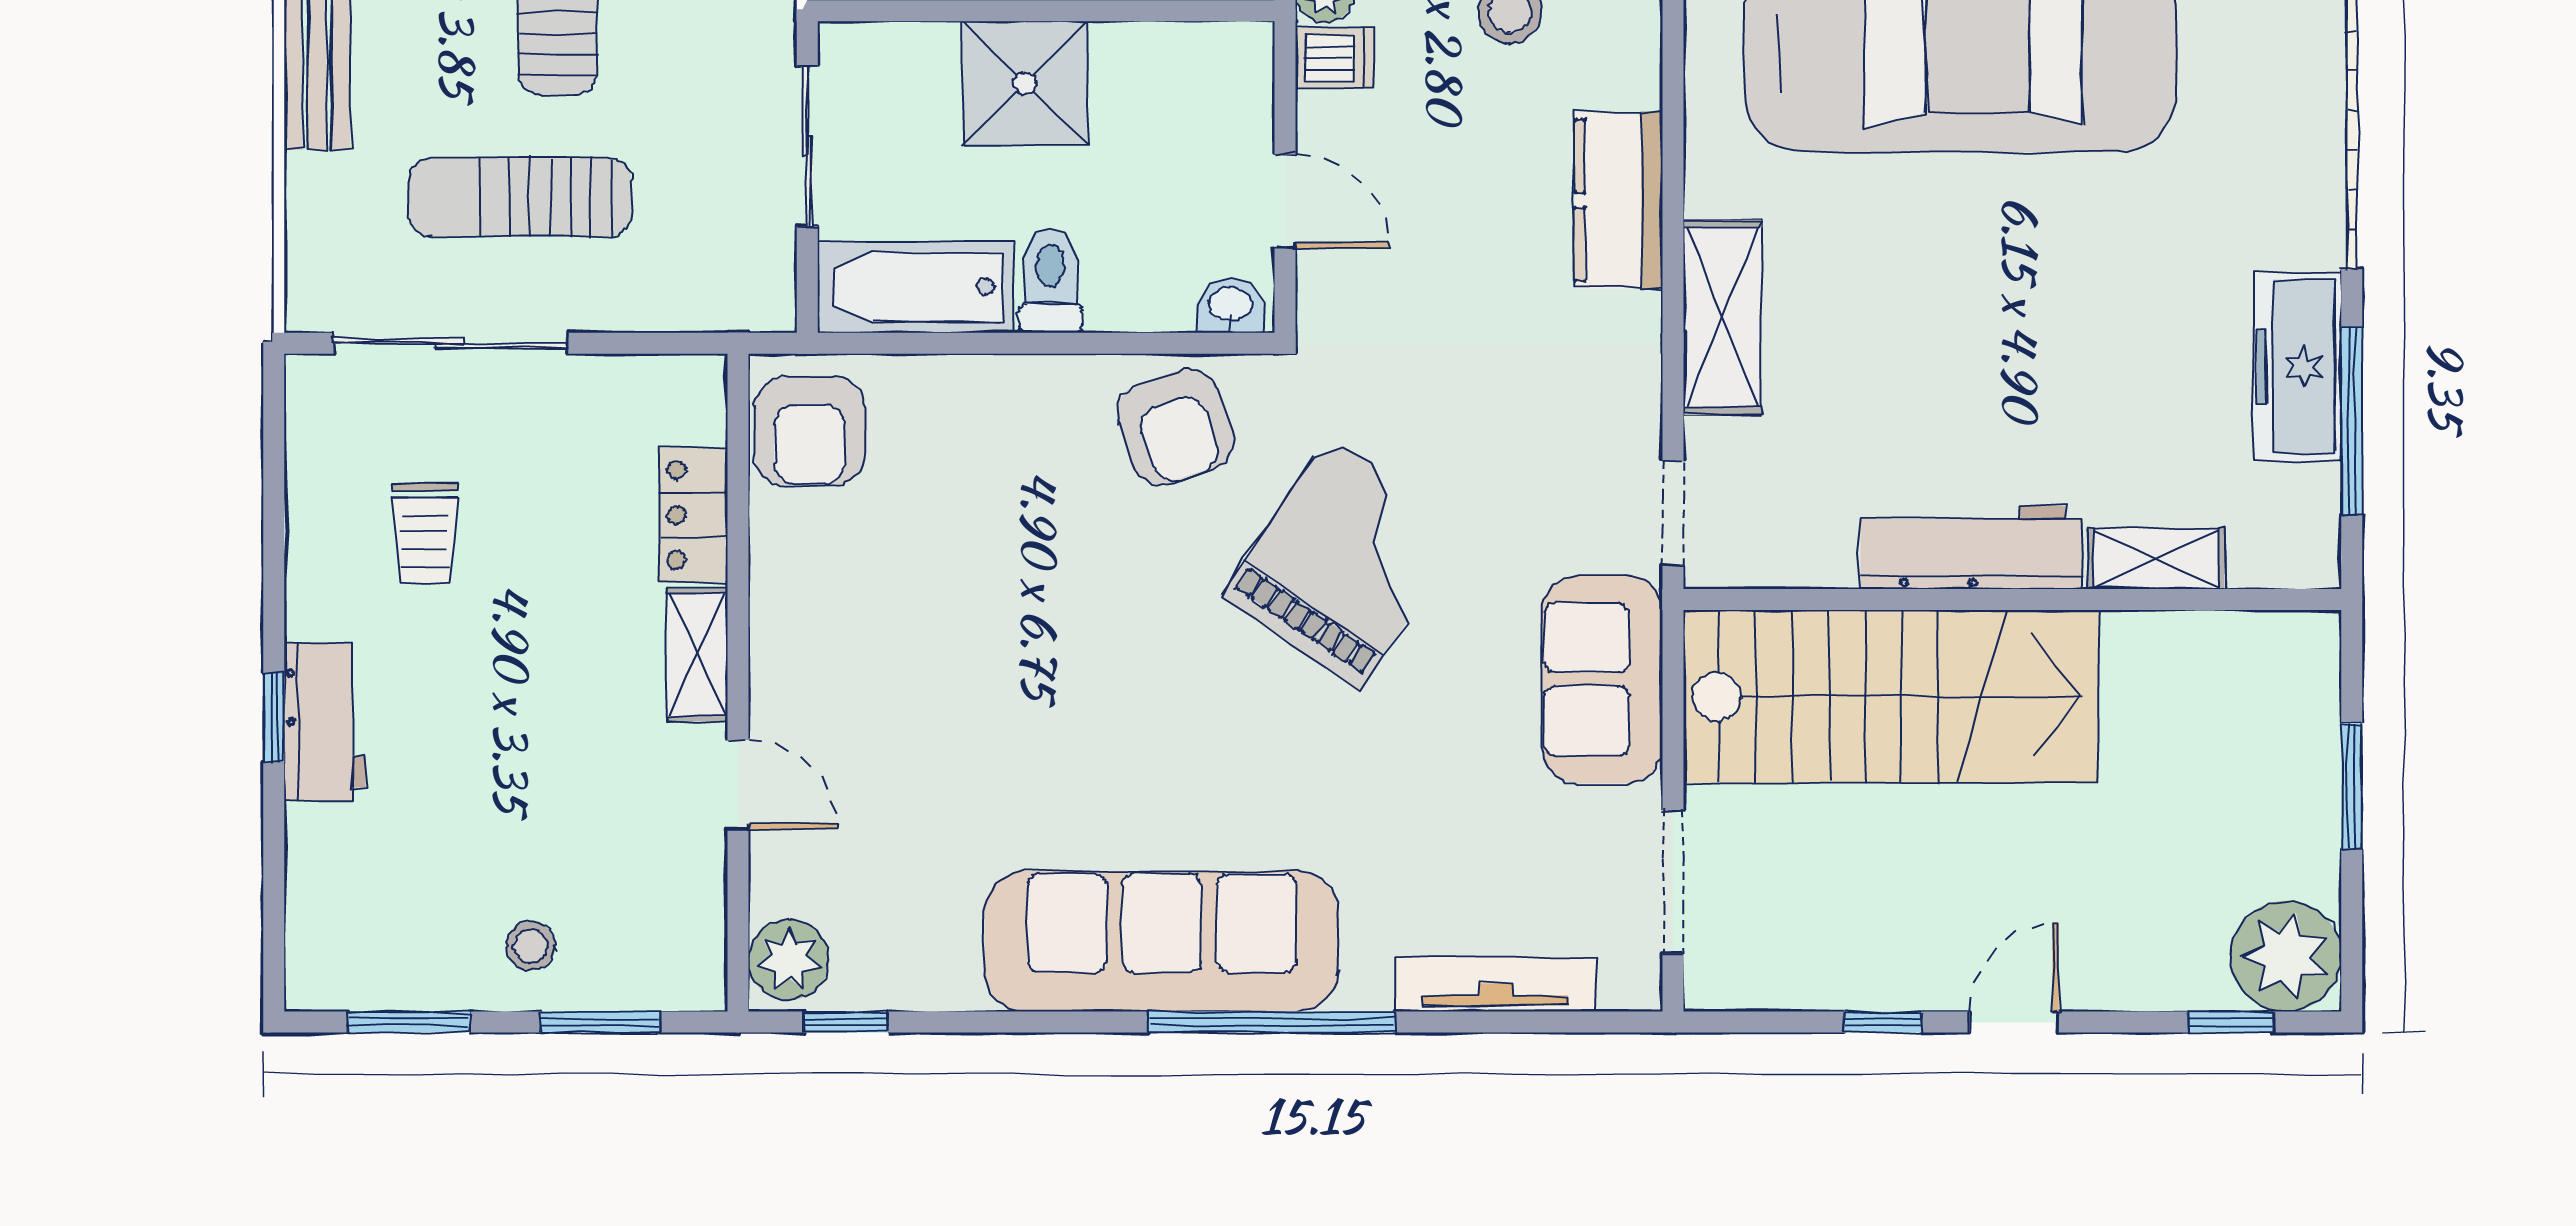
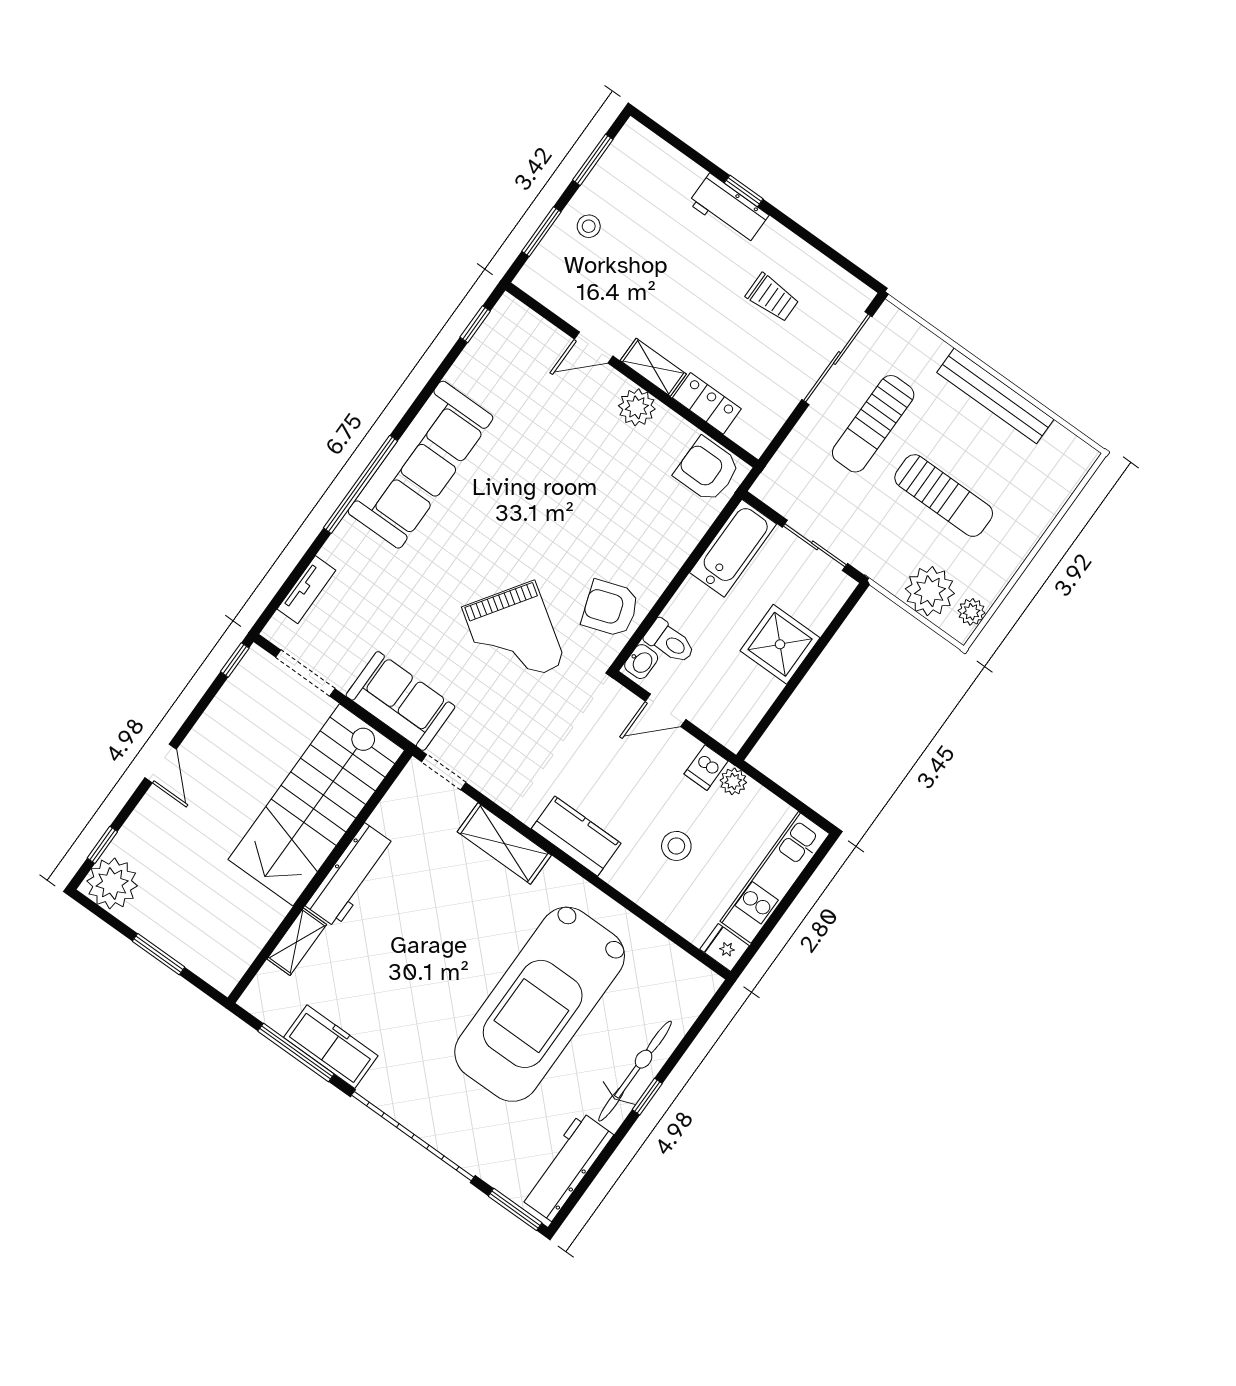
sun lounger: (520, 197) -> (873, 424), turned 180
toilet: (1050, 280) -> (670, 642), moved
trolley: (425, 533) -> (772, 298), turned 180
plant: (789, 960) -> (637, 407), moved
tv unit: (1496, 984) -> (306, 590), width x0.71
window: (1883, 1022) -> (235, 660), moved

